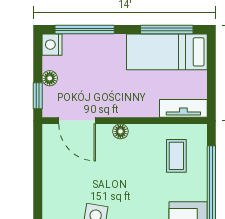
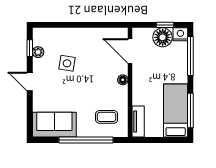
floor lamp: (50, 78) -> (163, 37), width x1.89, depth x1.89
window: (38, 96) -> (165, 25), moved
door: (77, 121) -> (130, 51), hinge flipped

